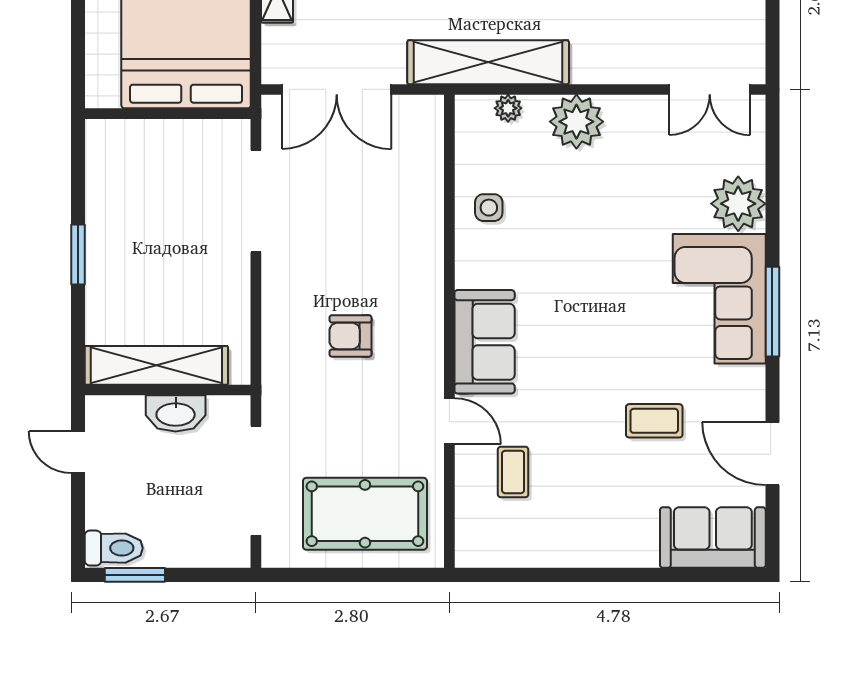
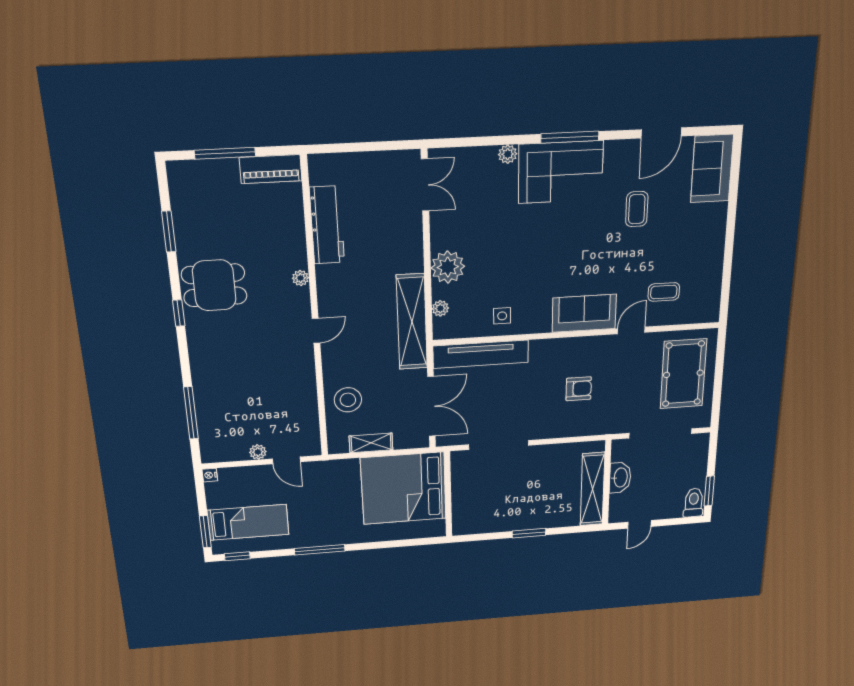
tv unit: (424, 172) -> (481, 354), added
plant: (738, 204) -> (508, 154), width x0.53, depth x0.53
armchair: (350, 336) -> (579, 389), turned -90

